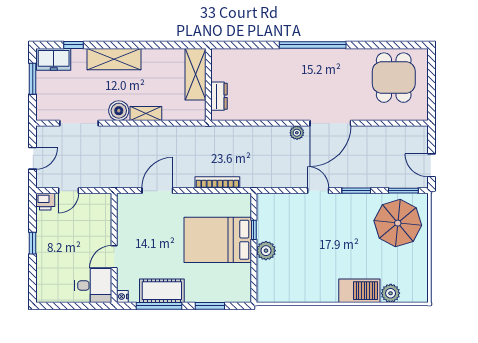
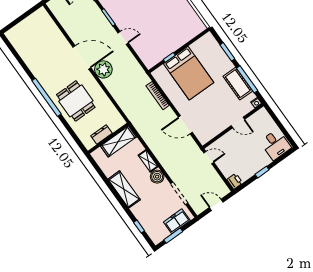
freezer: (54, 59) -> (177, 221), moved, turned -90
shelving: (114, 59) -> (124, 189), moved
shelving: (196, 74) -> (118, 142), moved
dining table: (394, 78) -> (76, 101), moved, turned 90
dresser: (219, 96) -> (101, 134), moved
plant: (297, 133) -> (103, 69), width x1.88, depth x1.88
door: (69, 191) -> (209, 158), moved
door: (318, 191) -> (123, 38), swing flipped
plant: (266, 251) -> (176, 43), removed
desk: (93, 285) -> (276, 145), moved, turned 180

